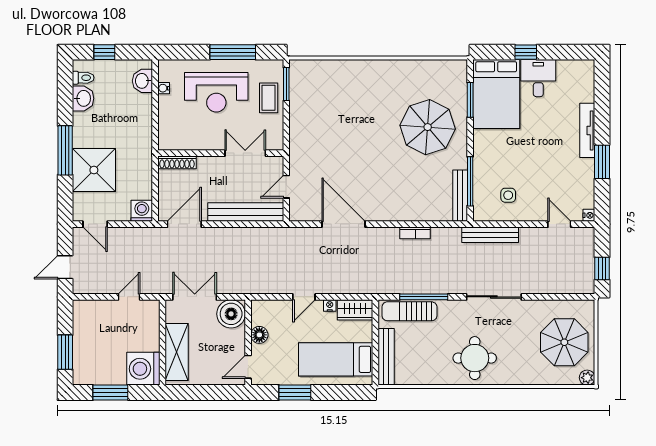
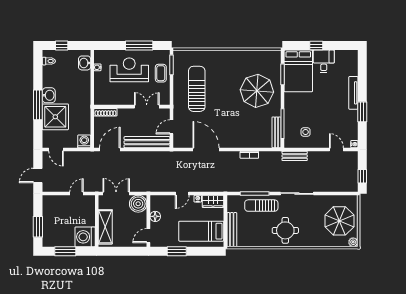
reception desk: (216, 92) -> (129, 70), turned 180
washbasin: (83, 98) -> (49, 95), moved
sun lounger: (328, 124) -> (197, 89), added
bench: (490, 235) -> (295, 156), width x0.73
sun lounger: (409, 311) -> (261, 206), moved

